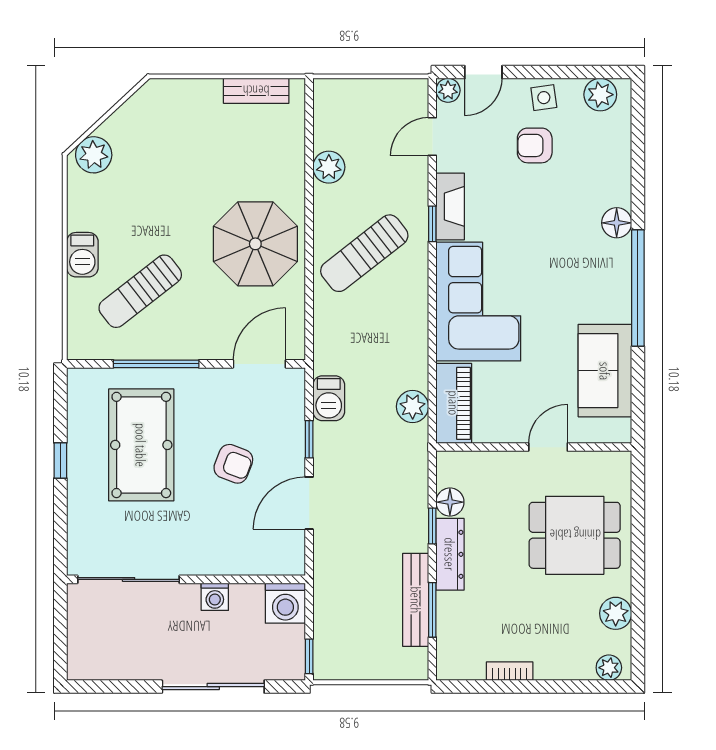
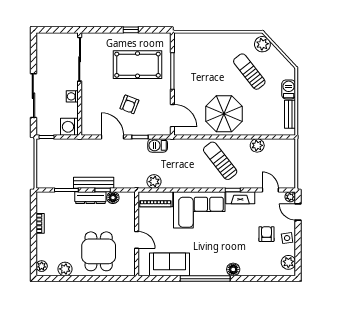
barbecue: (82, 255) -> (289, 89), moved, turned 90
sun lounger: (140, 291) -> (249, 72), moved
bench: (416, 600) -> (94, 183), moved

